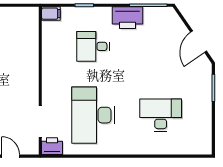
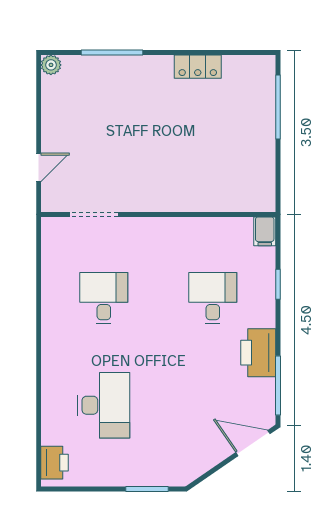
door: (199, 42) -> (253, 443), moved
desk: (93, 115) -> (104, 298), width x0.53, depth x0.77
printer: (52, 146) -> (55, 463), moved

